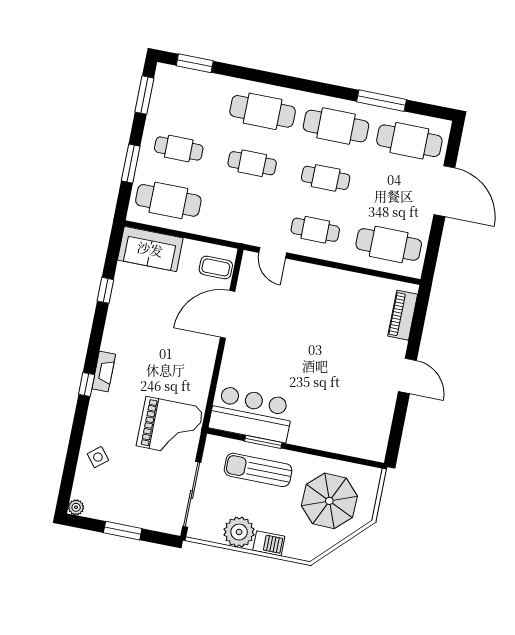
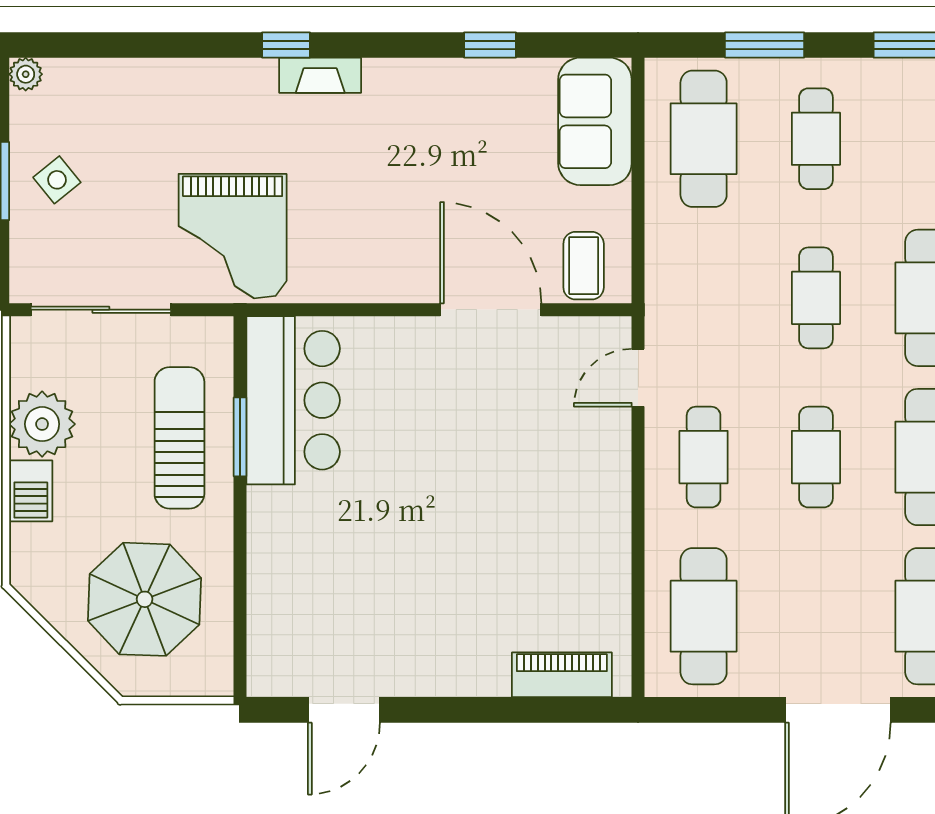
door: (407, 376) -> (344, 710), moved
side table: (98, 457) -> (57, 180), moved

